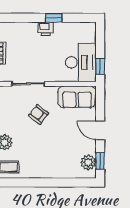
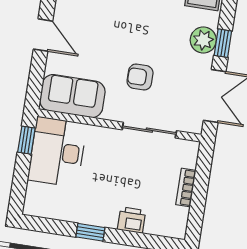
printer: (46, 29) -> (131, 220), moved
armchair: (39, 114) -> (140, 77), turned 142

